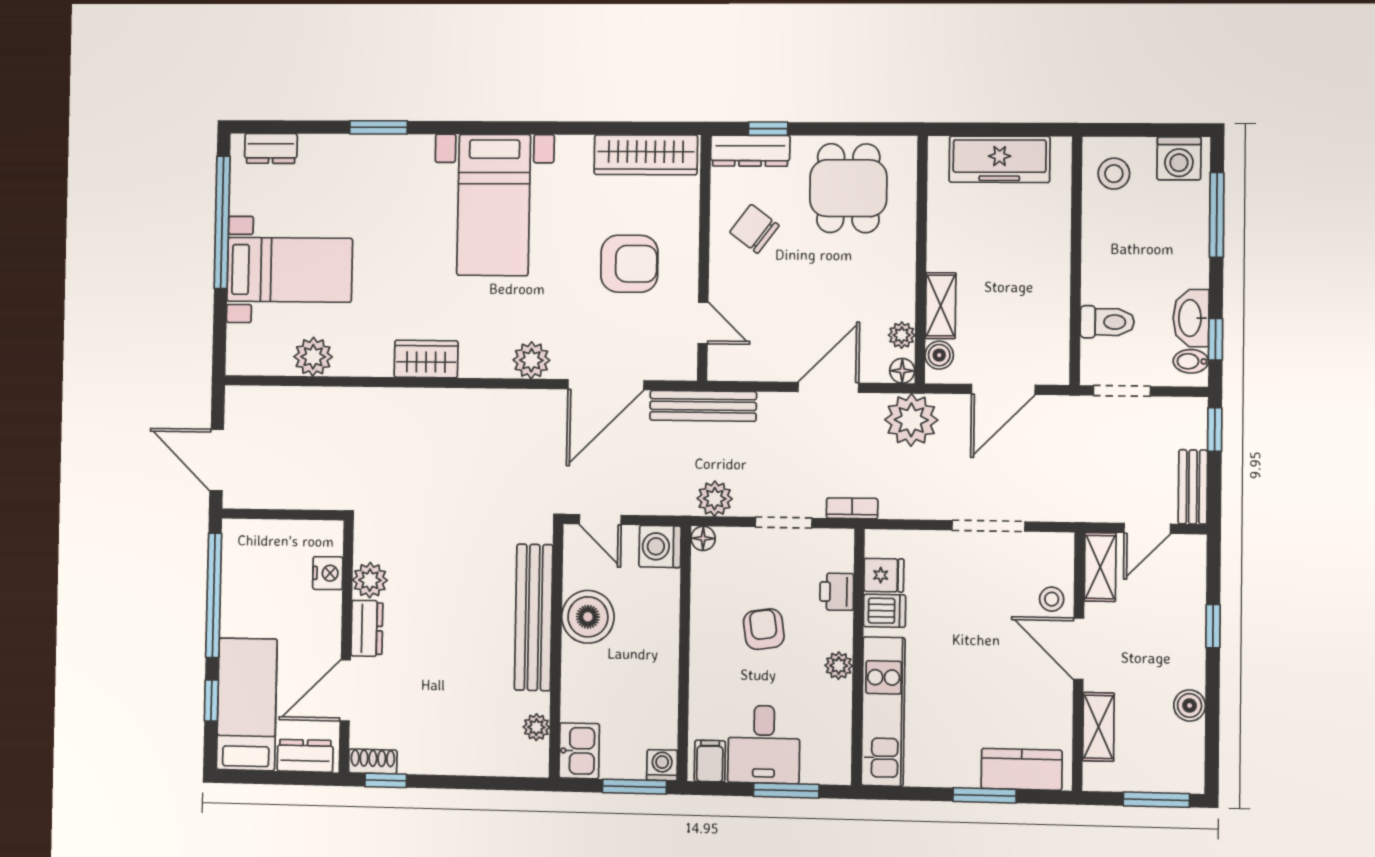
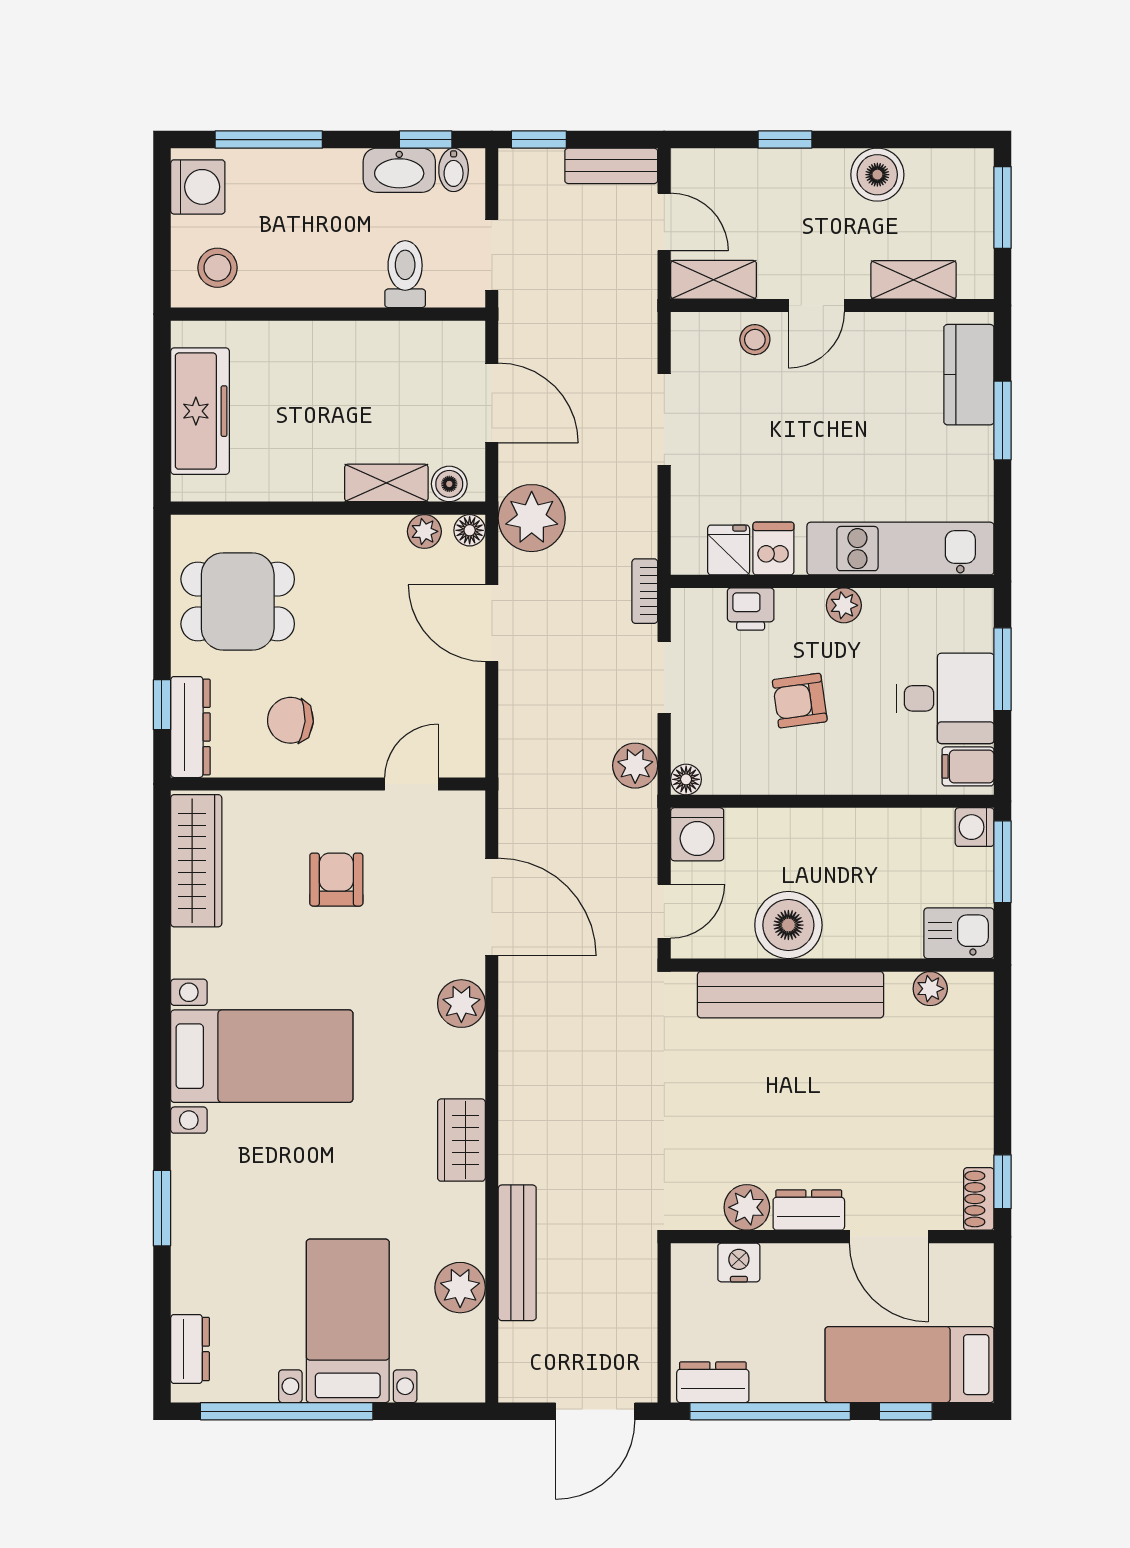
chair: (754, 229) -> (290, 720), turned 57
armchair: (629, 264) -> (336, 880), width x0.72, depth x0.72
bench: (703, 406) -> (517, 1253), moved
door: (1079, 649) -> (816, 306), width x0.73
boiler: (1190, 705) -> (877, 175), width x1.36, depth x1.36
dresser: (305, 756) -> (713, 1382), moved, turned 90

